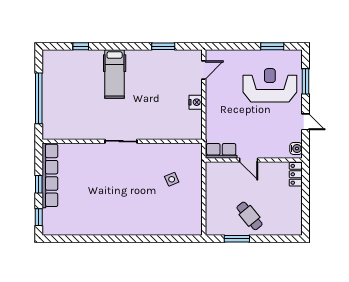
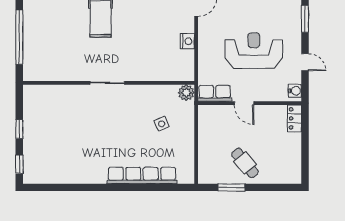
reception desk: (270, 85) -> (254, 51), moved
plant: (195, 150) -> (186, 93), added
row of seats: (50, 175) -> (142, 175), moved, turned -90

